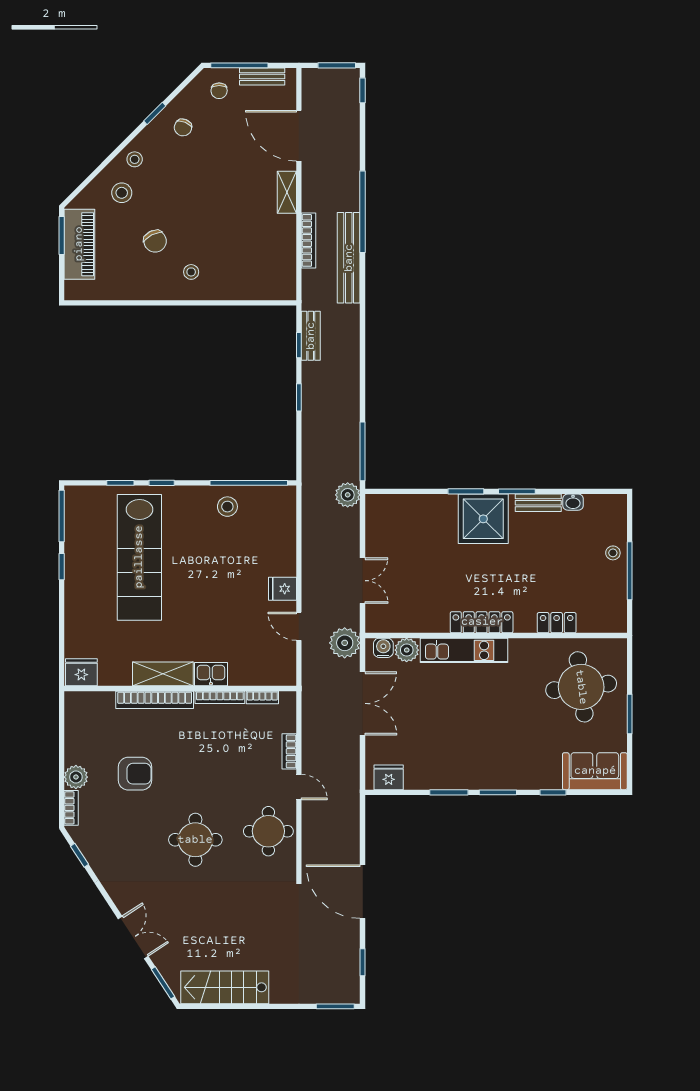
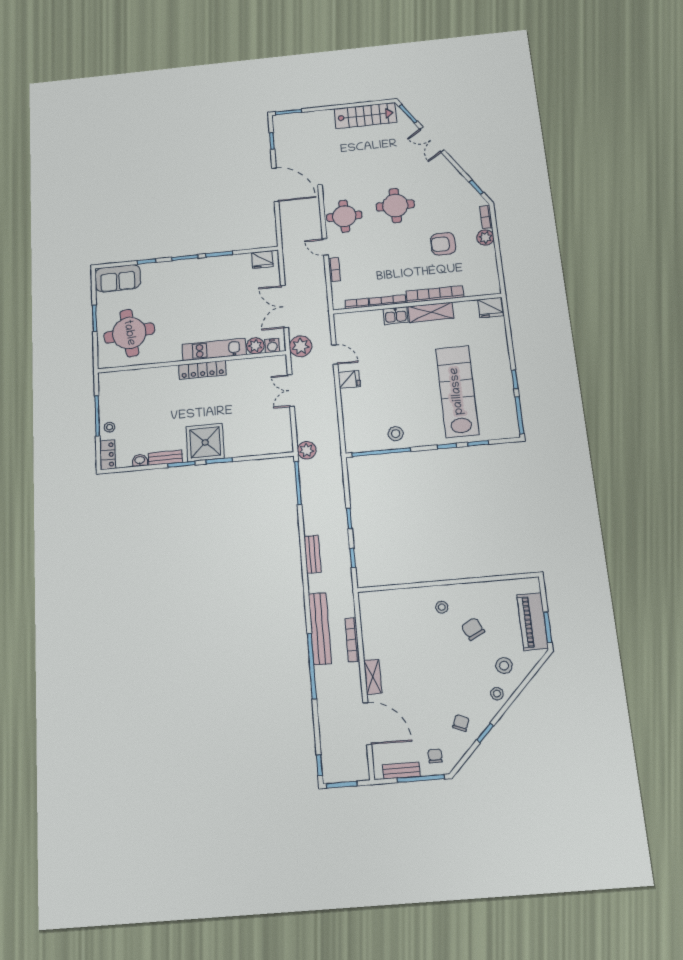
bench: (311, 336) -> (312, 554), moved
locker: (557, 623) -> (108, 455), moved, turned -90

